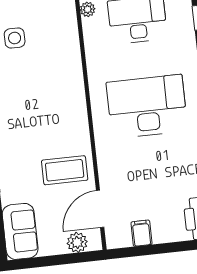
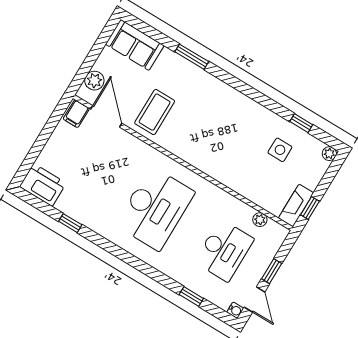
filing cabinet: (141, 233) -> (76, 114), moved, turned 90

